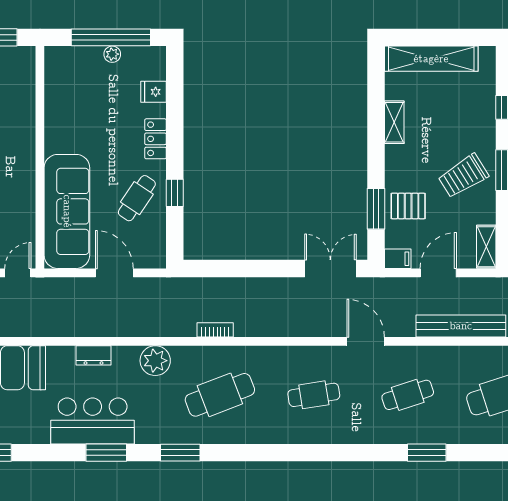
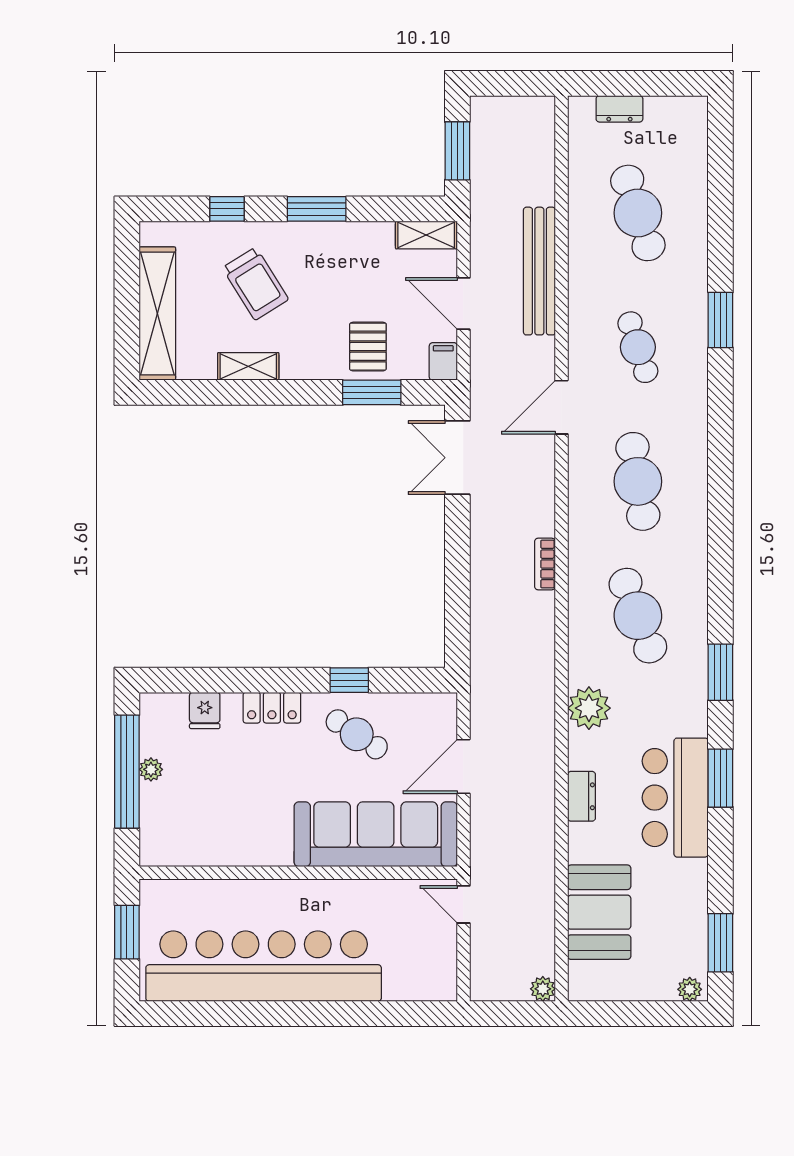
trolley: (463, 176) -> (255, 284), moved
bookcase: (215, 330) -> (545, 564), moved
cafe table: (314, 395) -> (638, 481), width x1.37, depth x1.35

